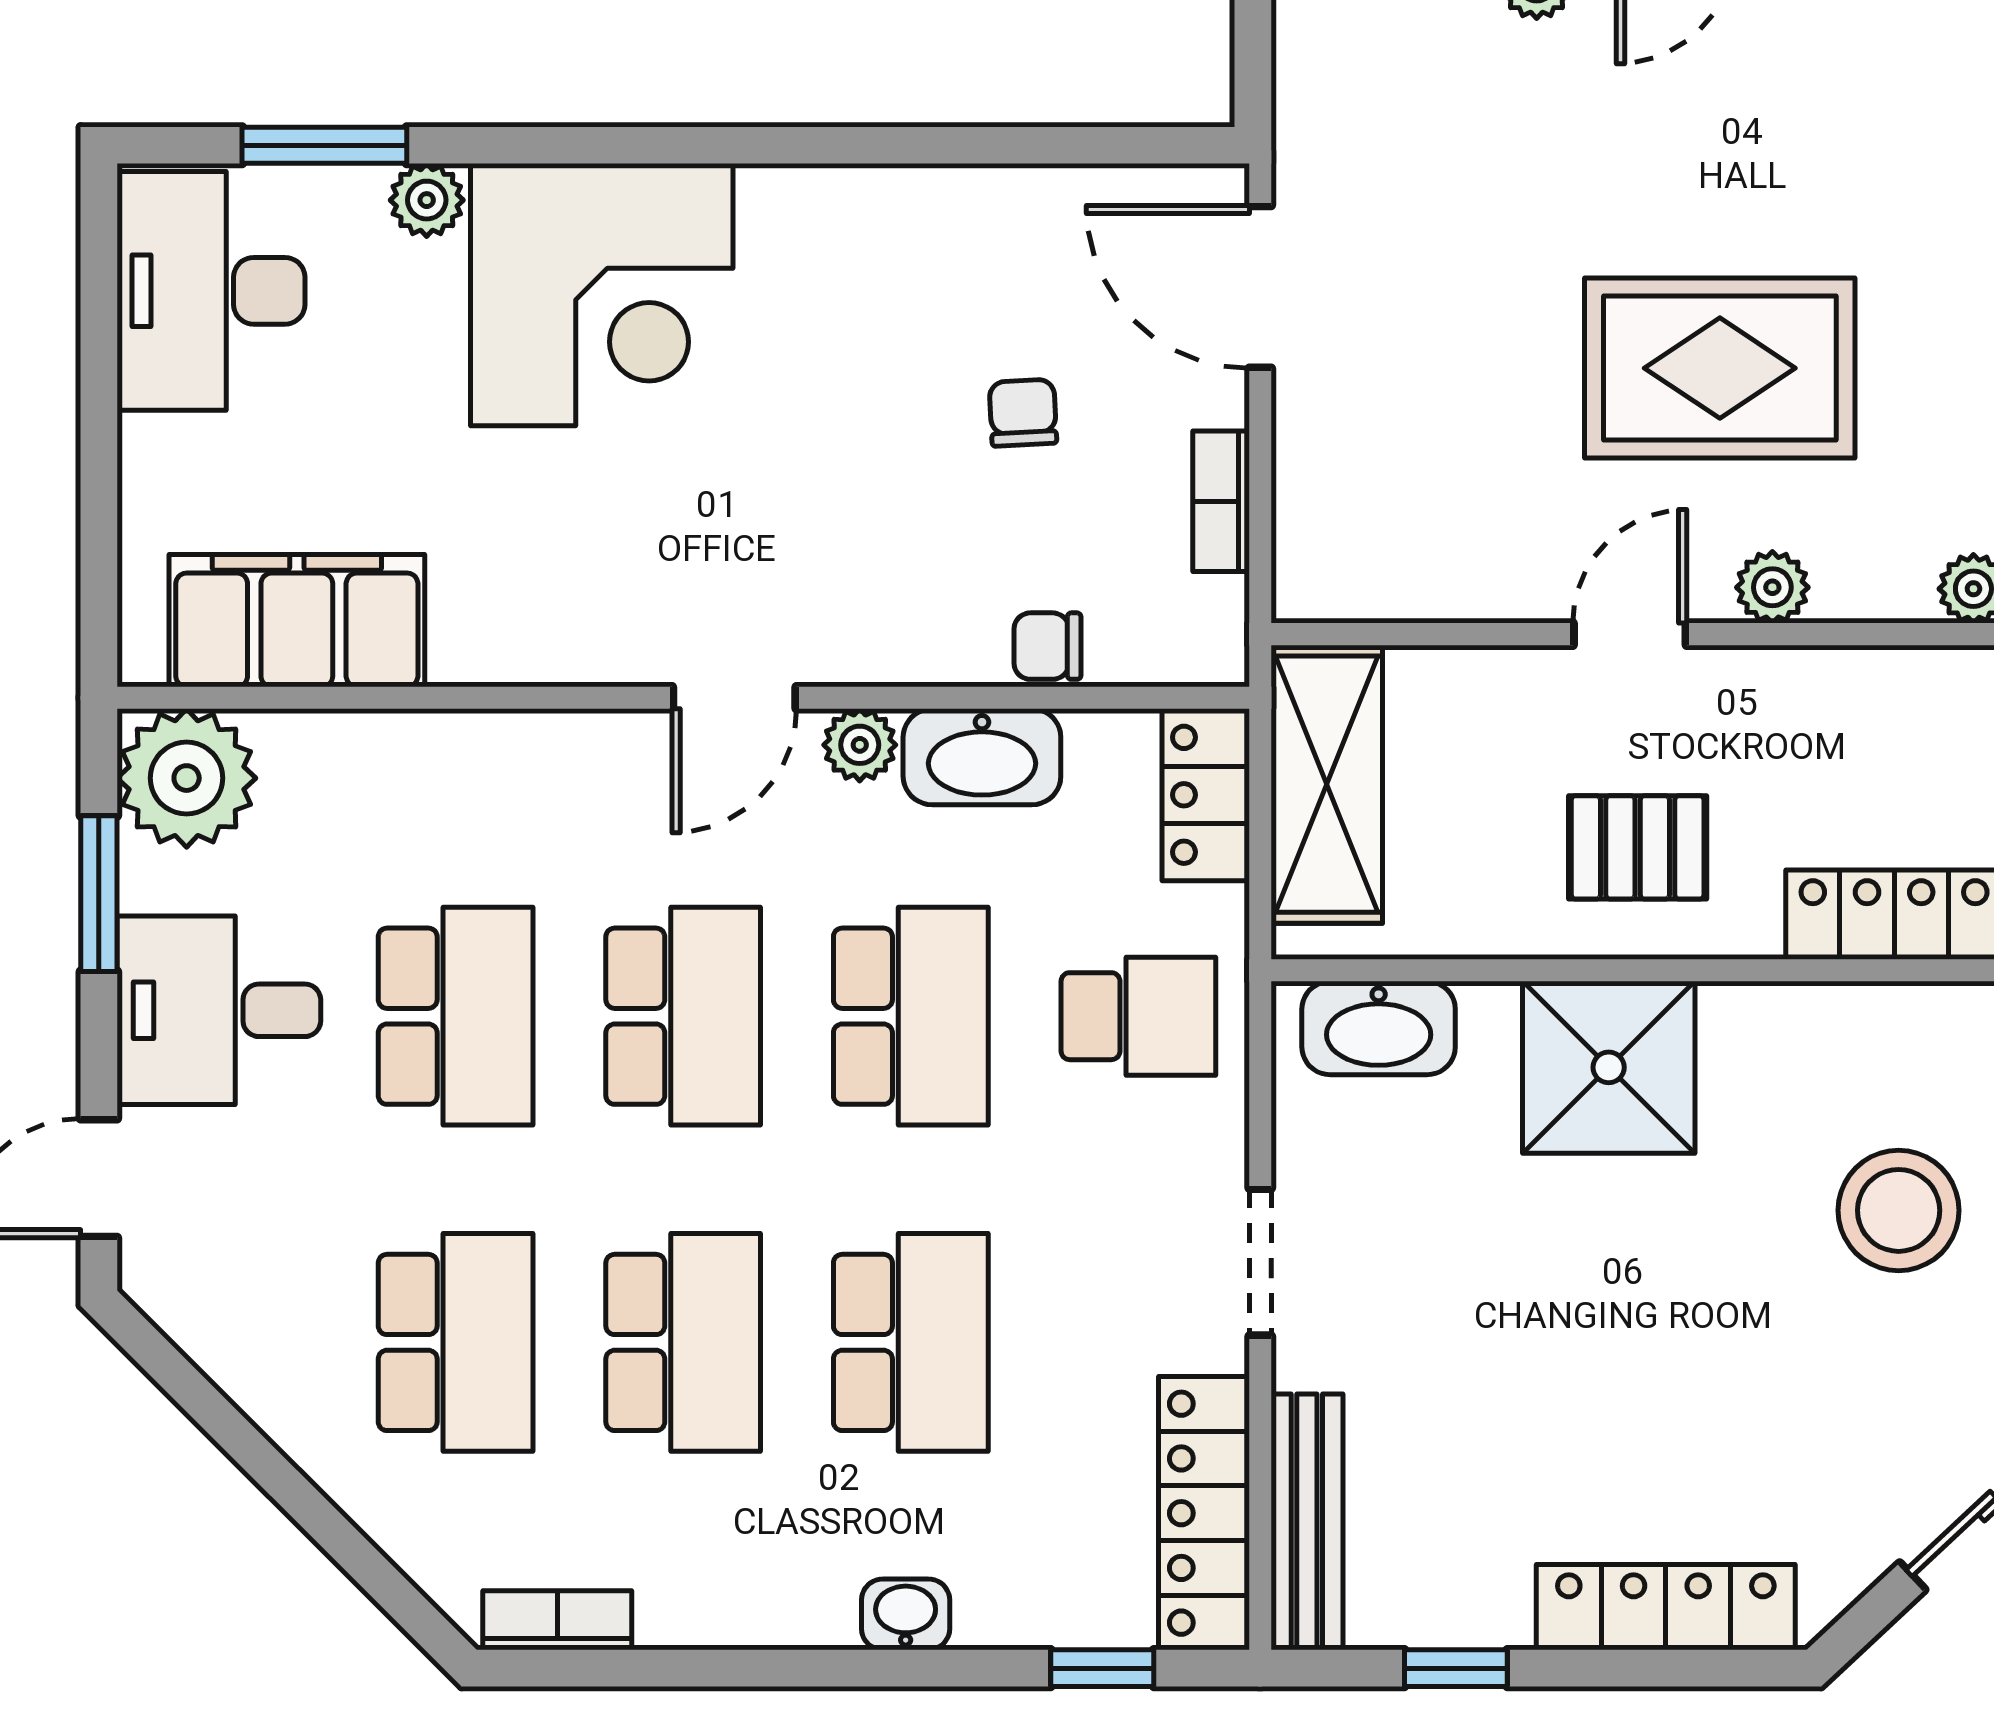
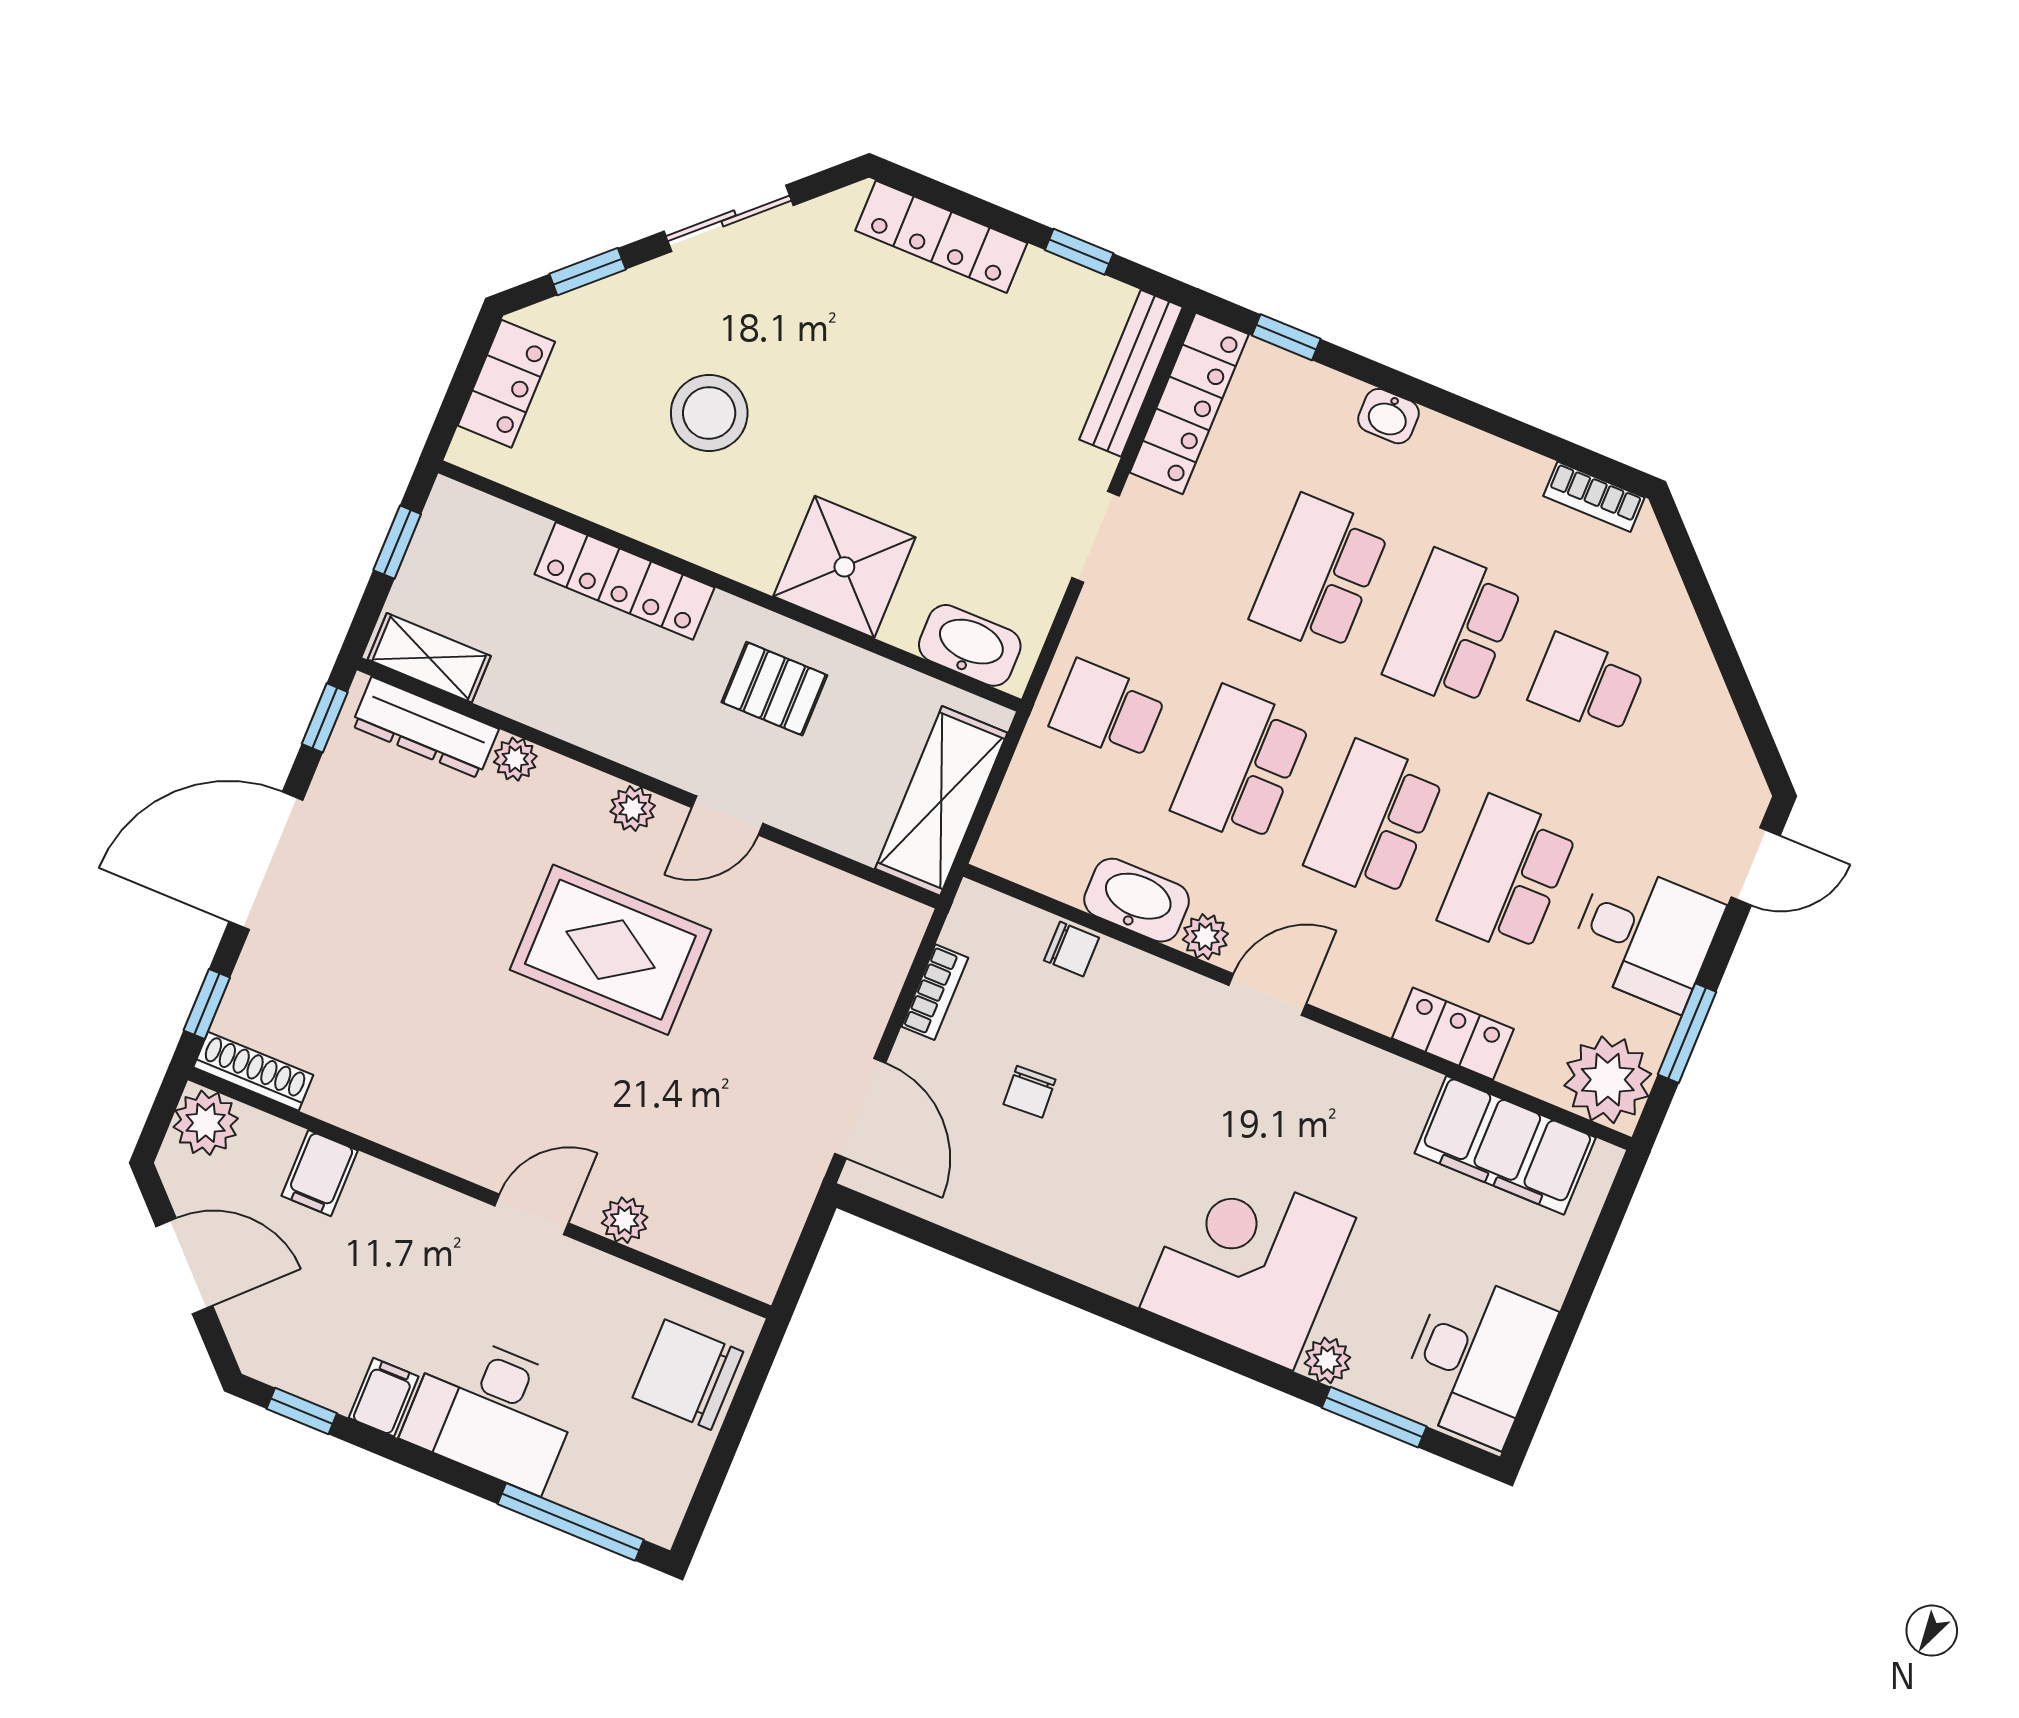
locker: (1206, 795) -> (1453, 1034), moved, turned -90
school desk: (456, 1342) -> (1586, 684), width x0.54

